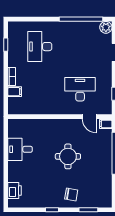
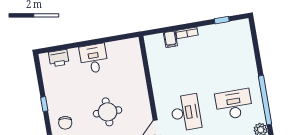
desk: (40, 47) -> (234, 104), moved
desk: (20, 149) -> (94, 59), moved

